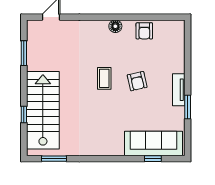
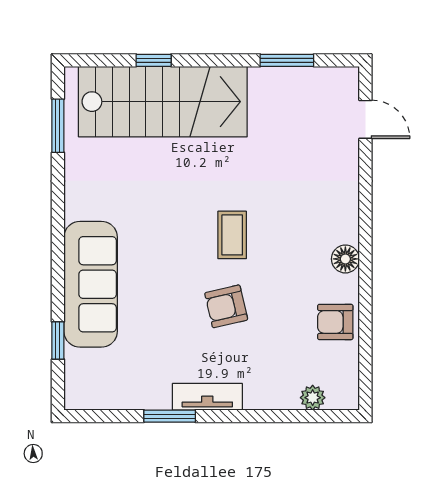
plant: (179, 41) -> (313, 398), added
coffee table: (104, 78) -> (232, 235), turned 90
sofa: (153, 143) -> (91, 284), moved

